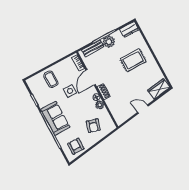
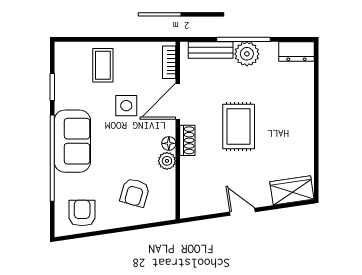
rug: (133, 60) -> (239, 126), moved, turned 90

